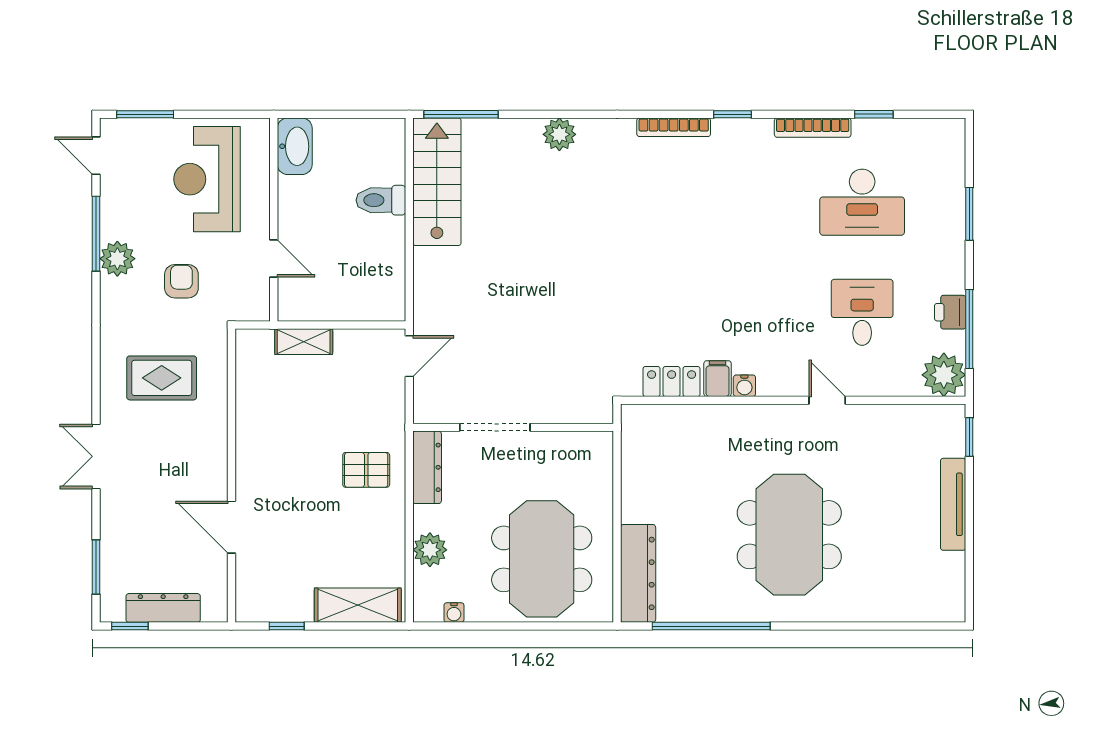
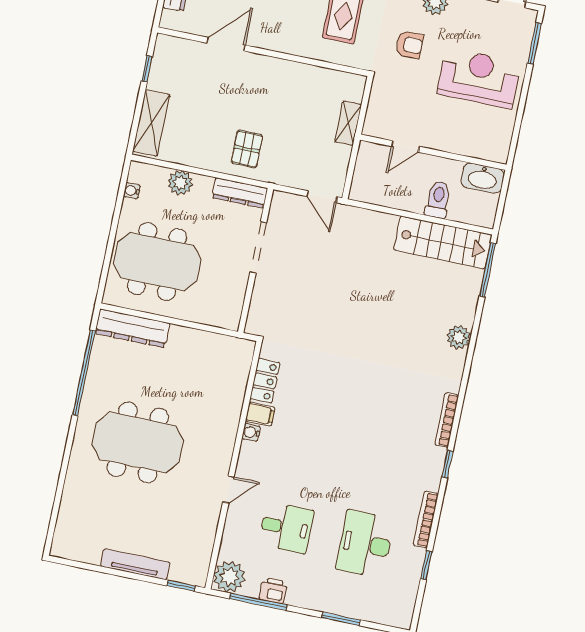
washbasin: (295, 146) -> (483, 178), moved
wall: (274, 220) -> (433, 152), moved
door: (274, 259) -> (405, 146), moved

